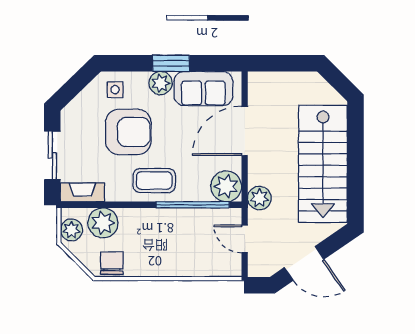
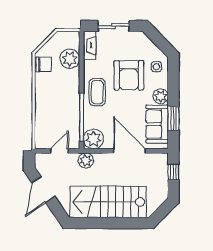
window: (171, 63) -> (173, 118), moved
window: (277, 63) -> (173, 172), added
plant: (71, 230) -> (65, 38), removed

